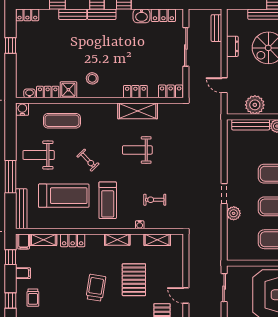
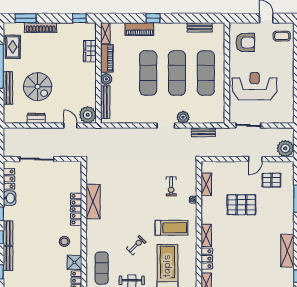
bench: (216, 28) -> (203, 132), moved
door: (224, 85) -> (71, 125), swing flipped
locker: (171, 91) -> (76, 172), removed
locker: (135, 92) -> (76, 209), width x1.53
plant: (255, 105) -> (88, 115), moved
weight bench: (137, 150) -> (127, 202), removed
shelving: (117, 240) -> (206, 235), moved
trolley: (96, 288) -> (248, 238), removed

